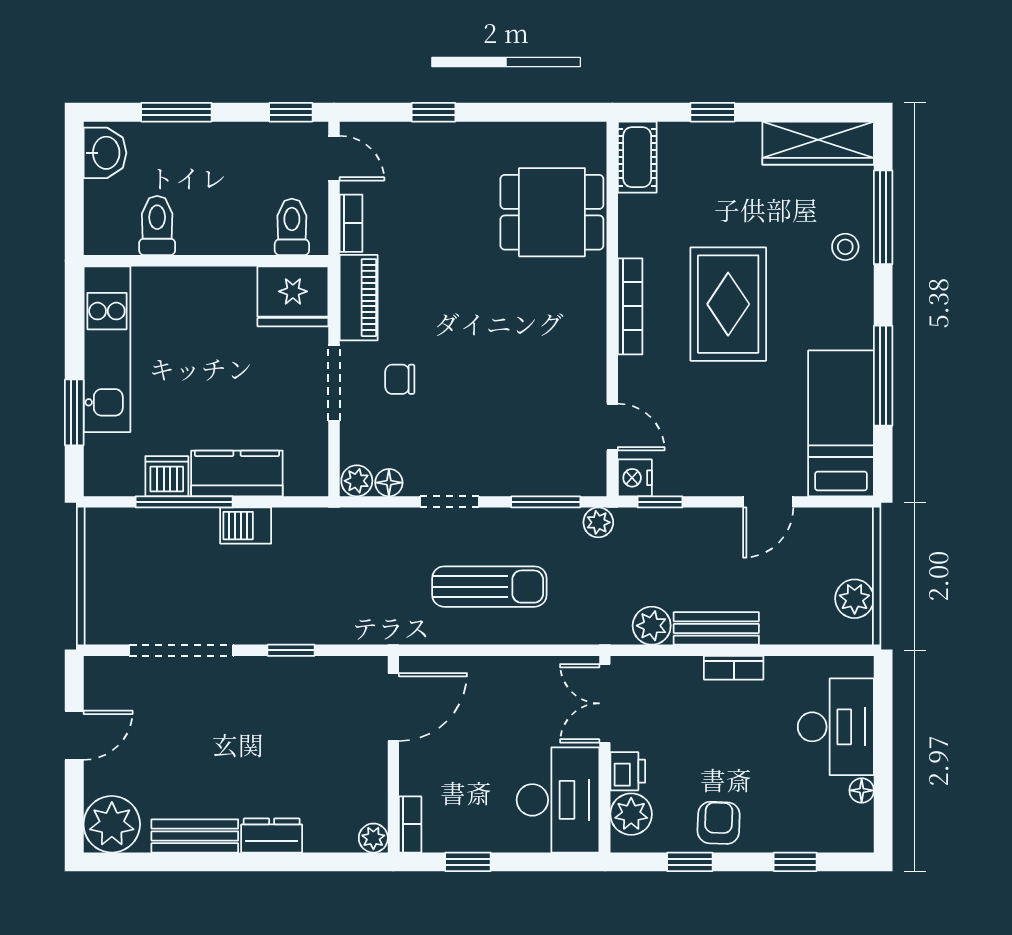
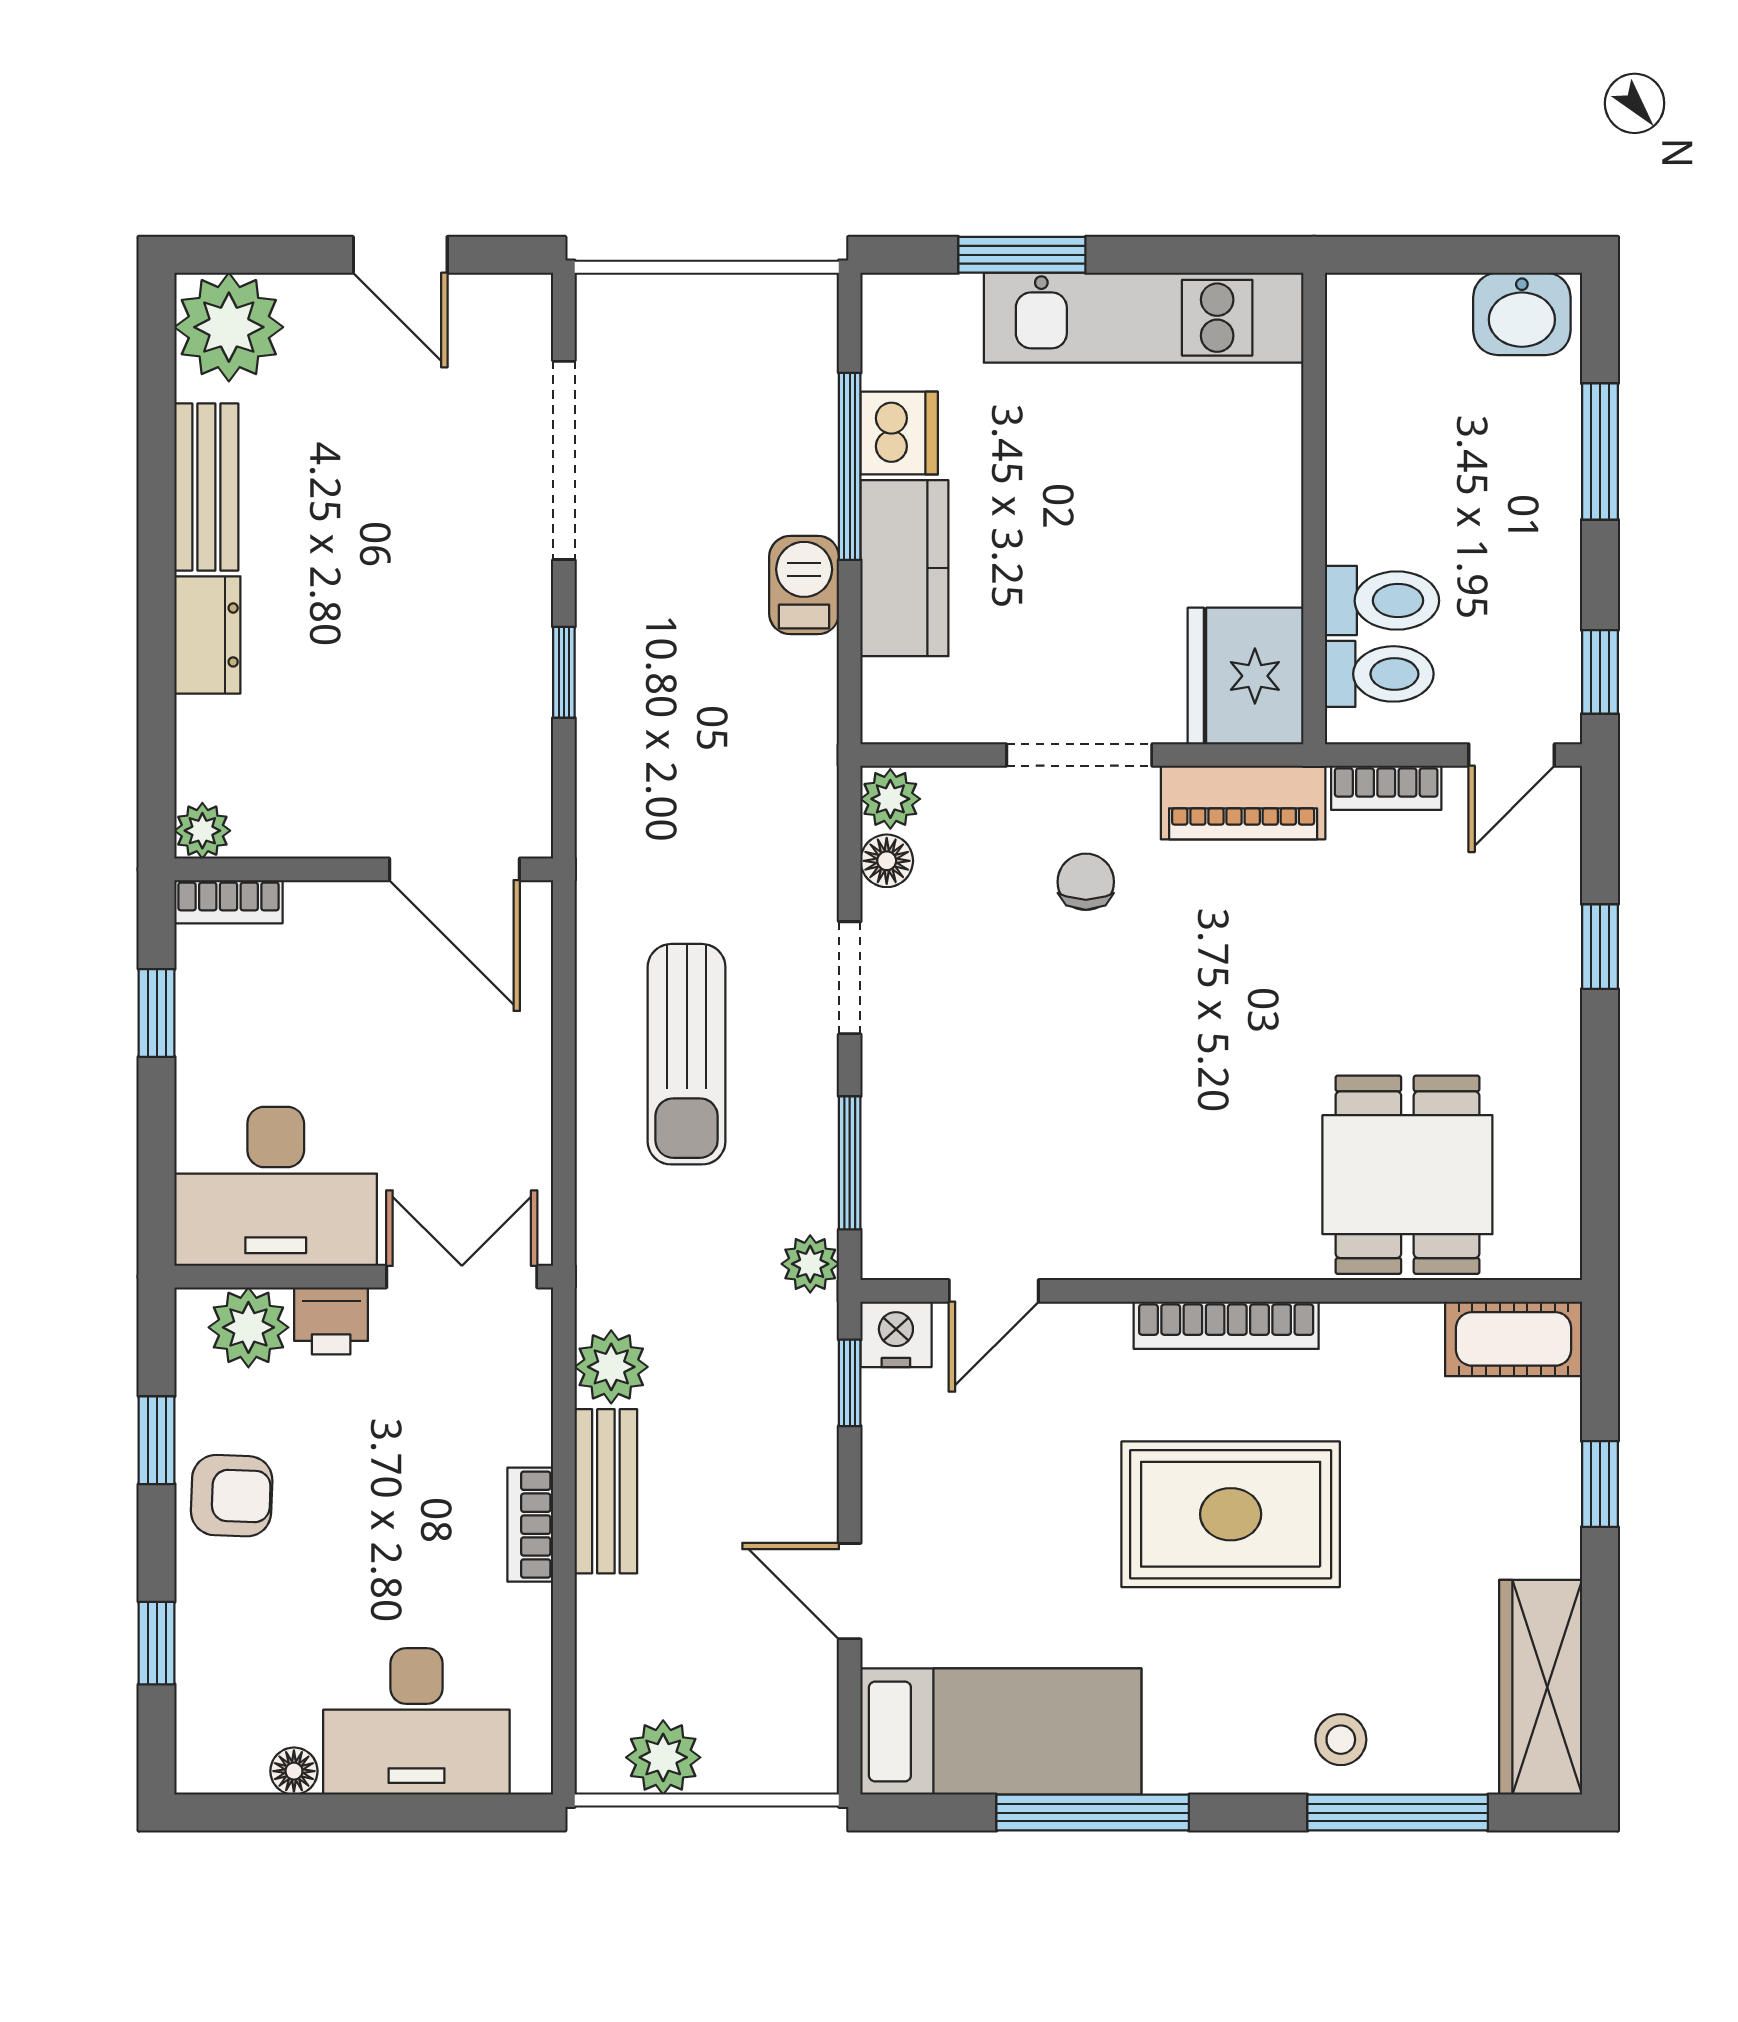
toilet: (157, 225) -> (1382, 601), moved

